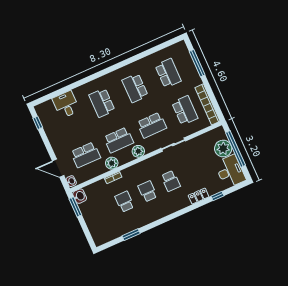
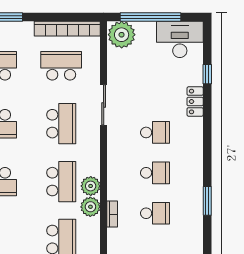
plant: (223, 148) -> (122, 35), moved
plant: (138, 151) -> (91, 186), moved
school desk: (148, 191) -> (155, 173), turned 180
school desk: (125, 202) -> (155, 213), turned 180
window: (131, 235) -> (207, 201), moved

